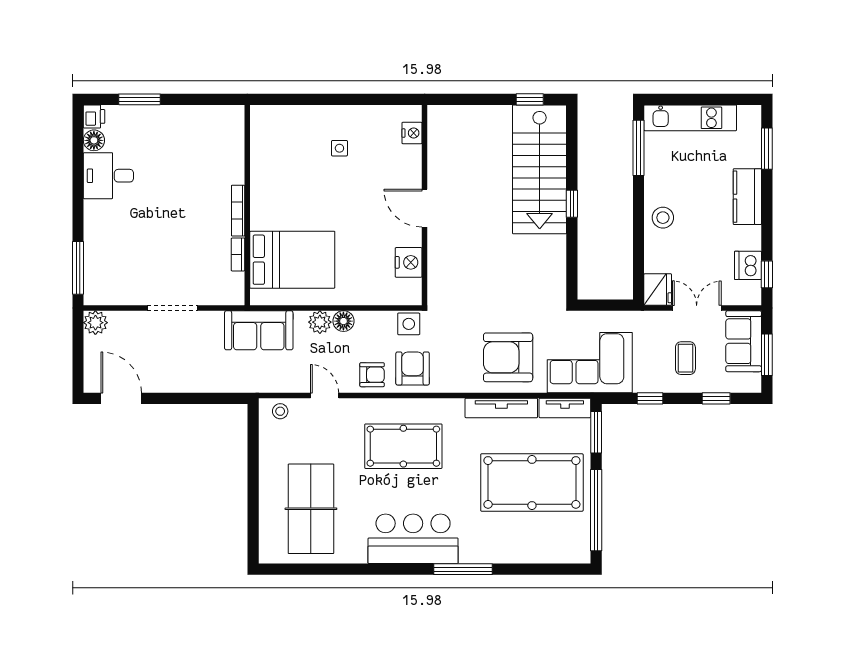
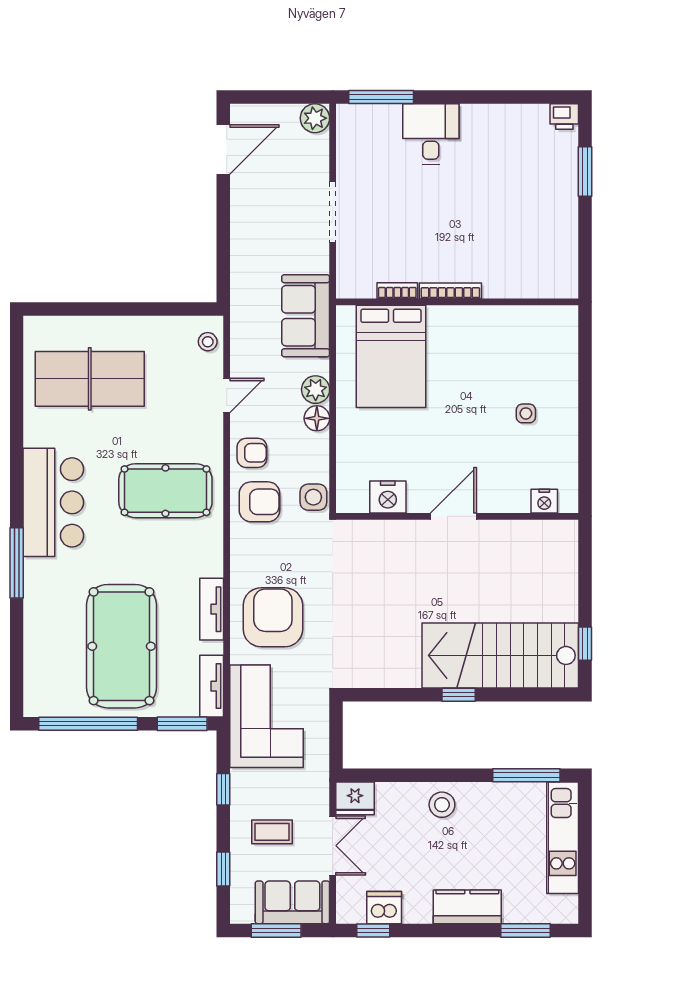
floor lamp: (94, 140) -> (535, 116), removed
desk: (108, 176) -> (431, 134), moved
armchair: (372, 375) -> (252, 453), turned -90
tv unit: (501, 408) -> (212, 609), width x0.71
pool table: (403, 446) -> (165, 491), turned 90

